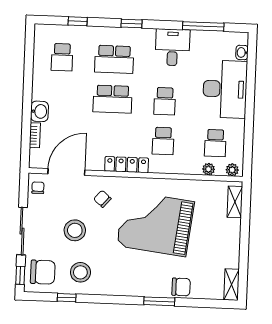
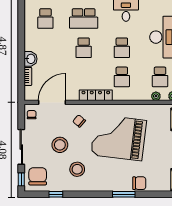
school desk: (113, 99) -> (84, 48), width x0.54
chair: (43, 272) -> (38, 176), turned -90
stool: (80, 272) -> (77, 169), moved

